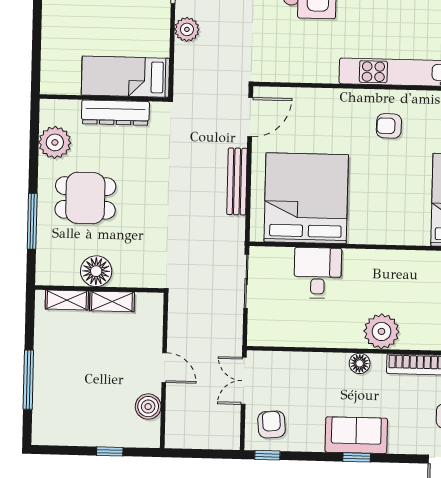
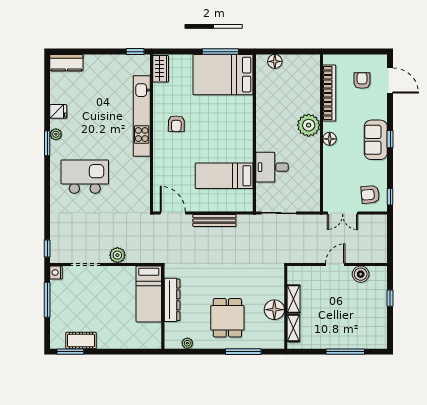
plant: (55, 142) -> (187, 343), width x0.53, depth x0.53
bed: (306, 198) -> (224, 176), width x0.49

